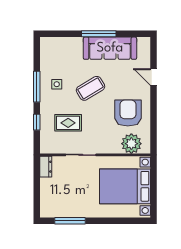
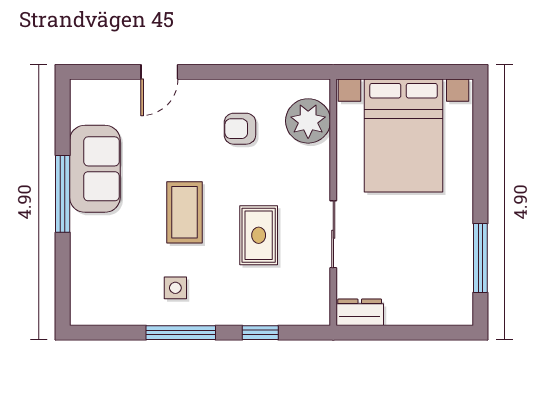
sofa: (110, 48) -> (95, 169), width x0.73
coffee table: (91, 88) -> (185, 212), turned 31
armchair: (128, 113) -> (240, 129), width x0.53, depth x0.53
rug: (68, 123) -> (259, 235), moved

